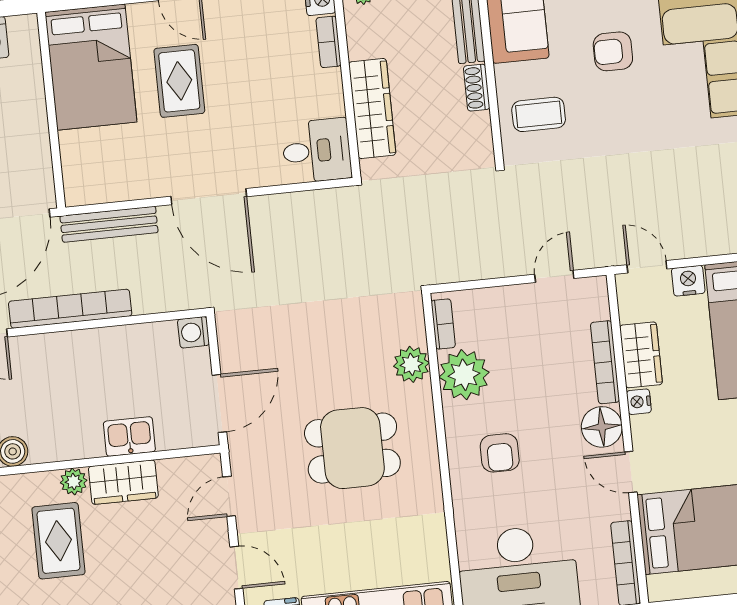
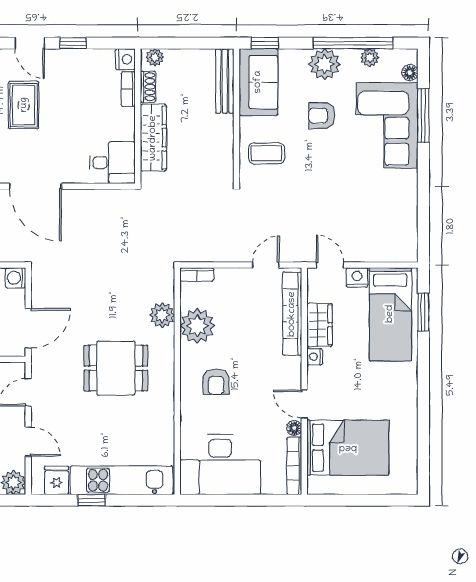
shoe rack: (477, 88) -> (148, 87), moved, turned 180
bookcase: (443, 324) -> (197, 274), moved, turned 90
bookcase: (605, 362) -> (292, 314), width x1.48, depth x1.31
floor lamp: (602, 427) -> (294, 428), moved, width x0.53, depth x0.53

